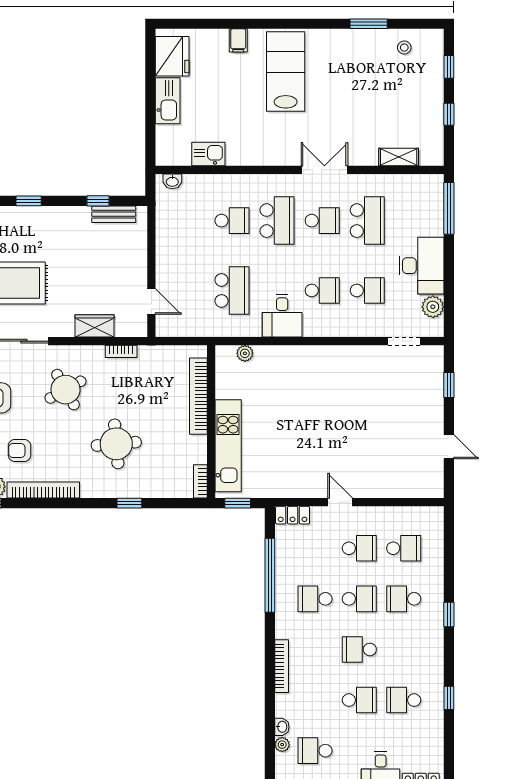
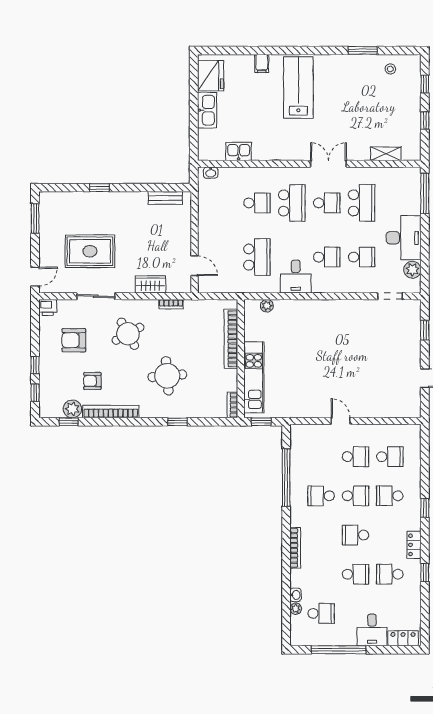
window: (98, 201) -> (153, 188), removed
locker: (293, 515) -> (414, 545), moved, turned 90
school desk: (315, 751) -> (321, 613), turned 180

